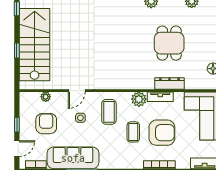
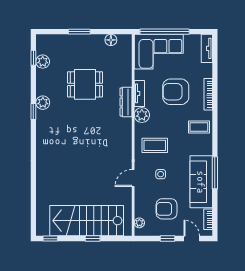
dresser: (170, 83) -> (126, 102), moved
door: (77, 91) -> (133, 178), swing flipped
plant: (46, 97) -> (139, 223), moved
coffee table: (133, 132) -> (199, 127), moved
armchair: (162, 133) -> (176, 92), turned -90

